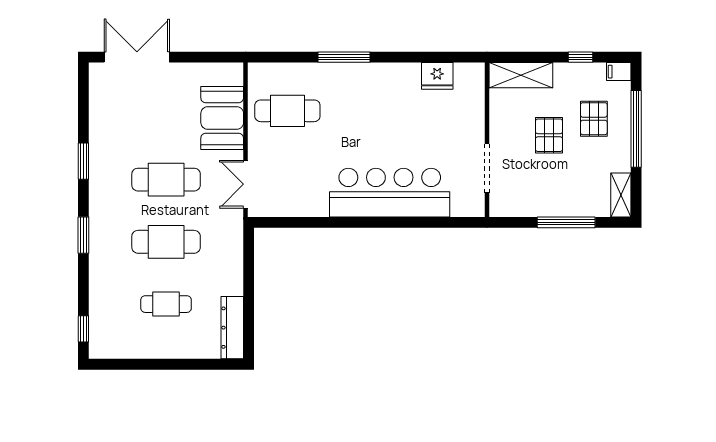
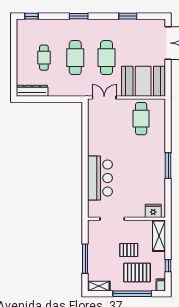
window: (344, 57) -> (168, 166), moved
fridge: (437, 76) -> (153, 211), moved, turned 90
booth: (222, 118) -> (143, 81), width x1.36, depth x1.42
pallet: (594, 119) -> (137, 273), width x1.50, depth x1.42
window: (83, 161) -> (128, 16), moved
bar counter: (390, 193) -> (100, 178), width x0.73

